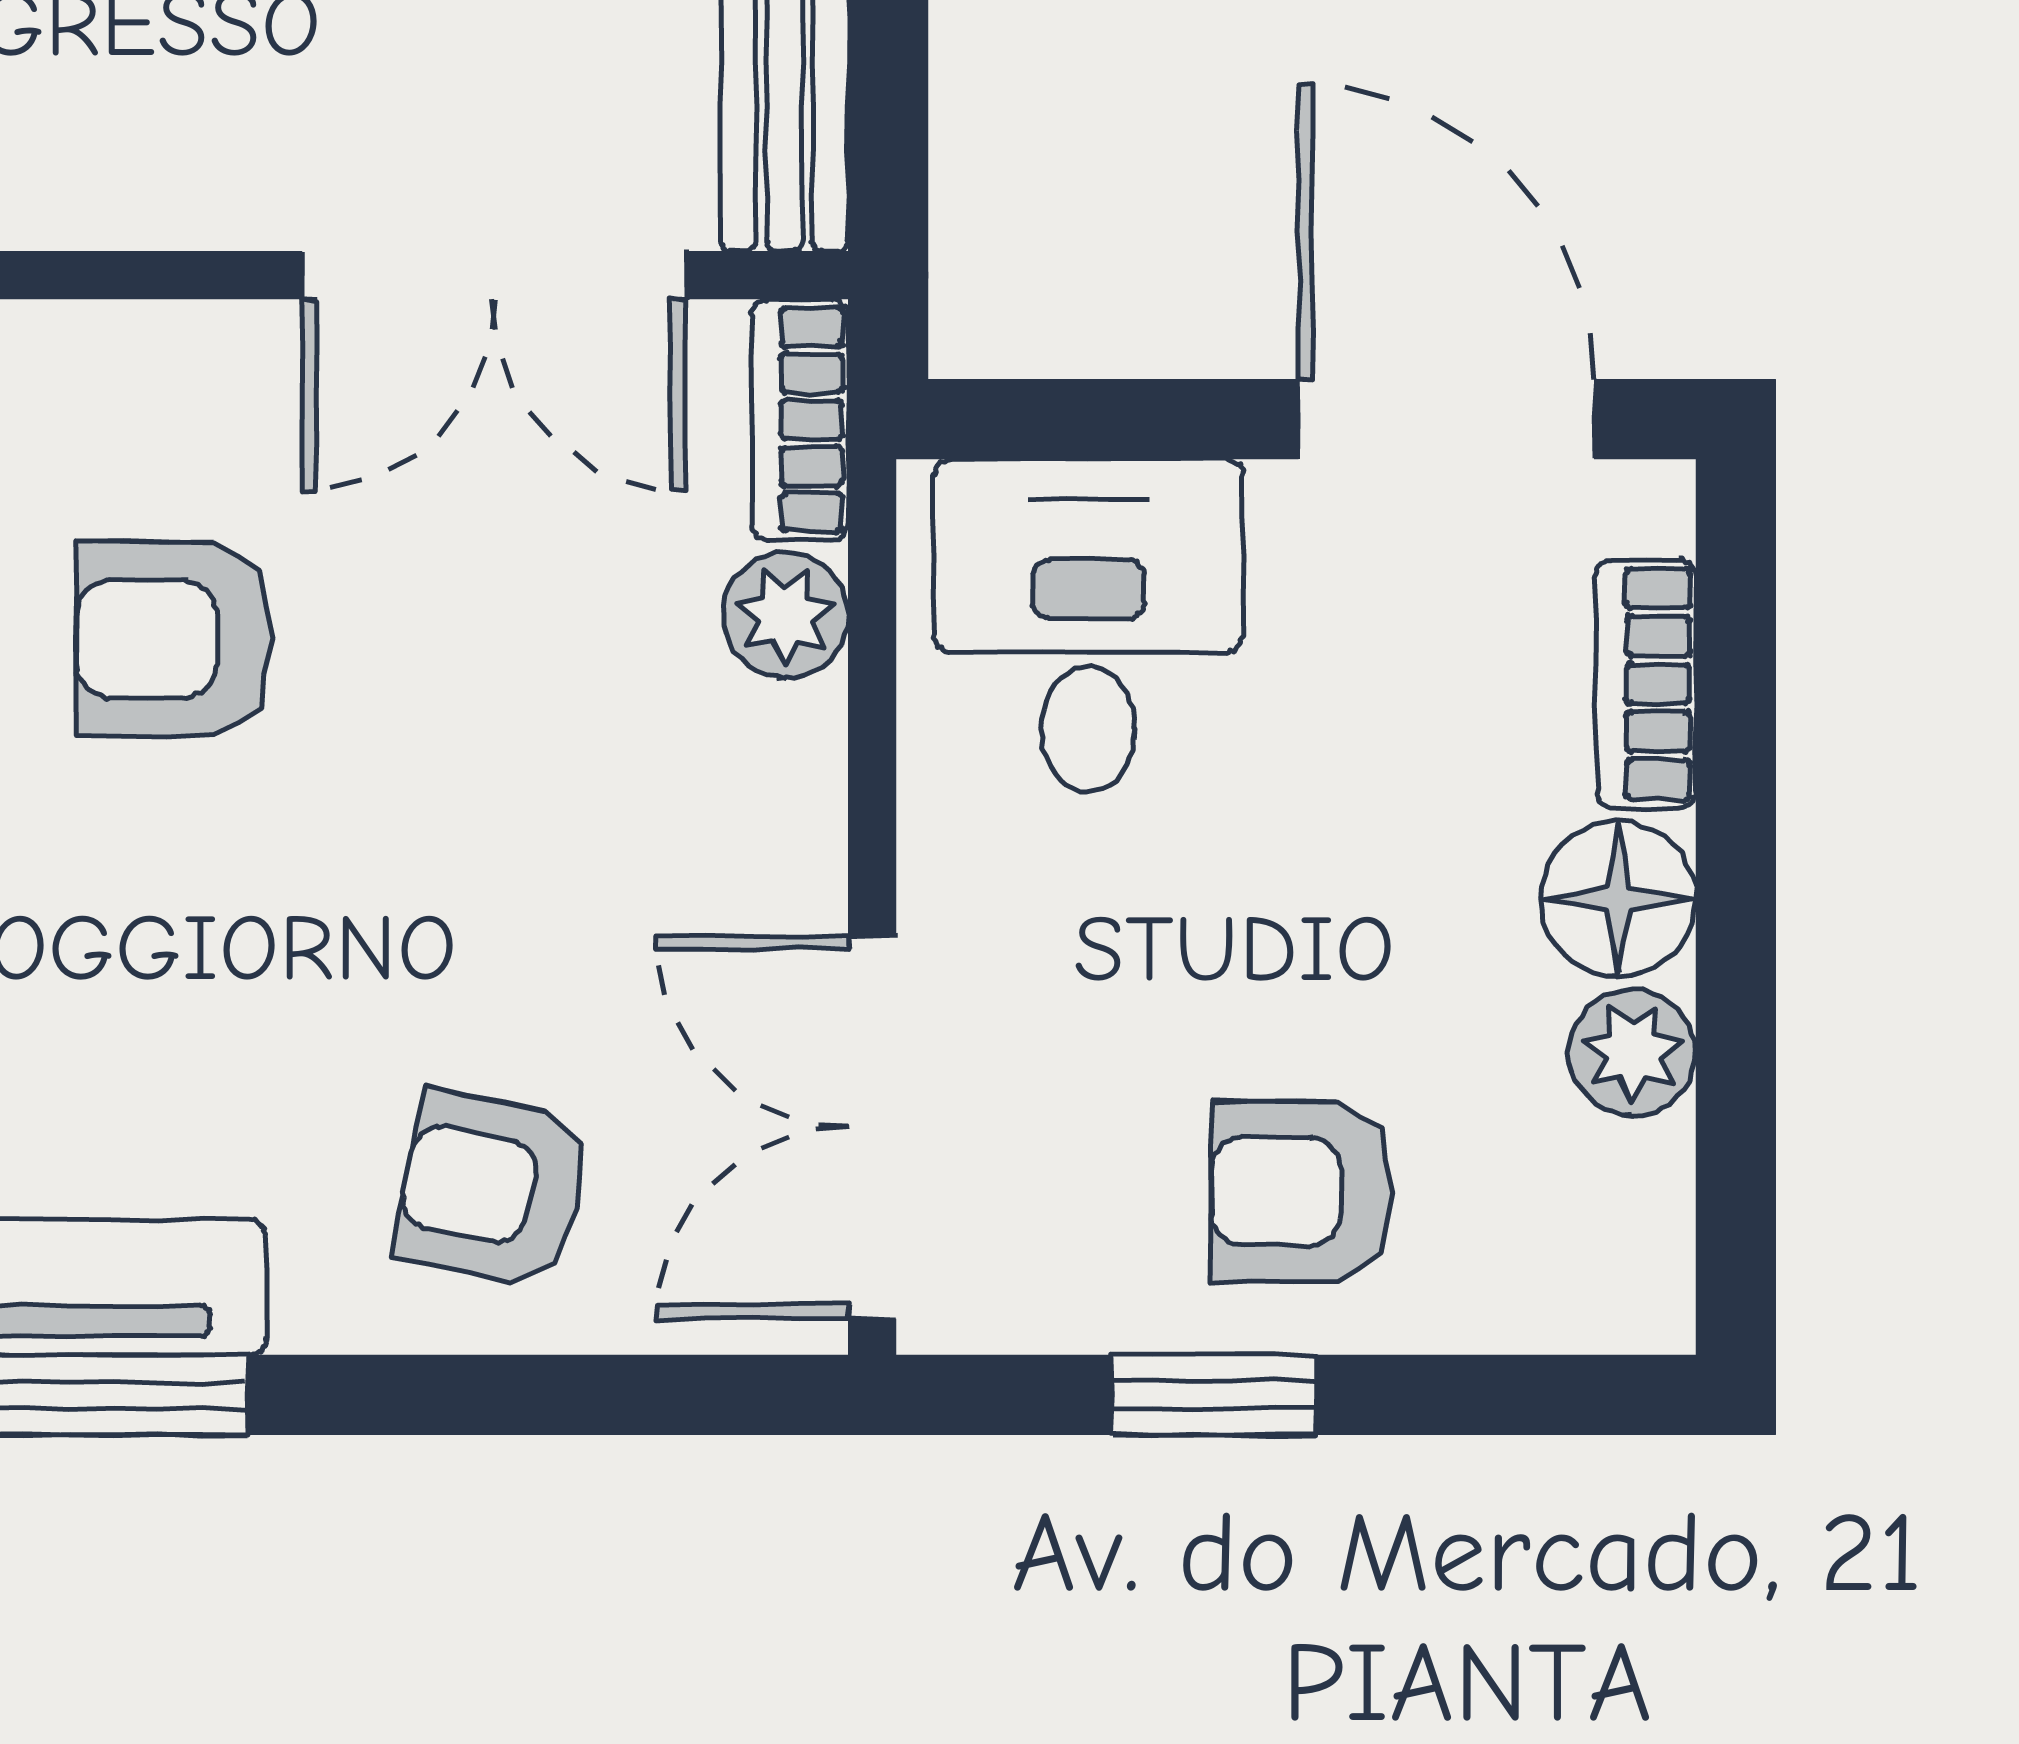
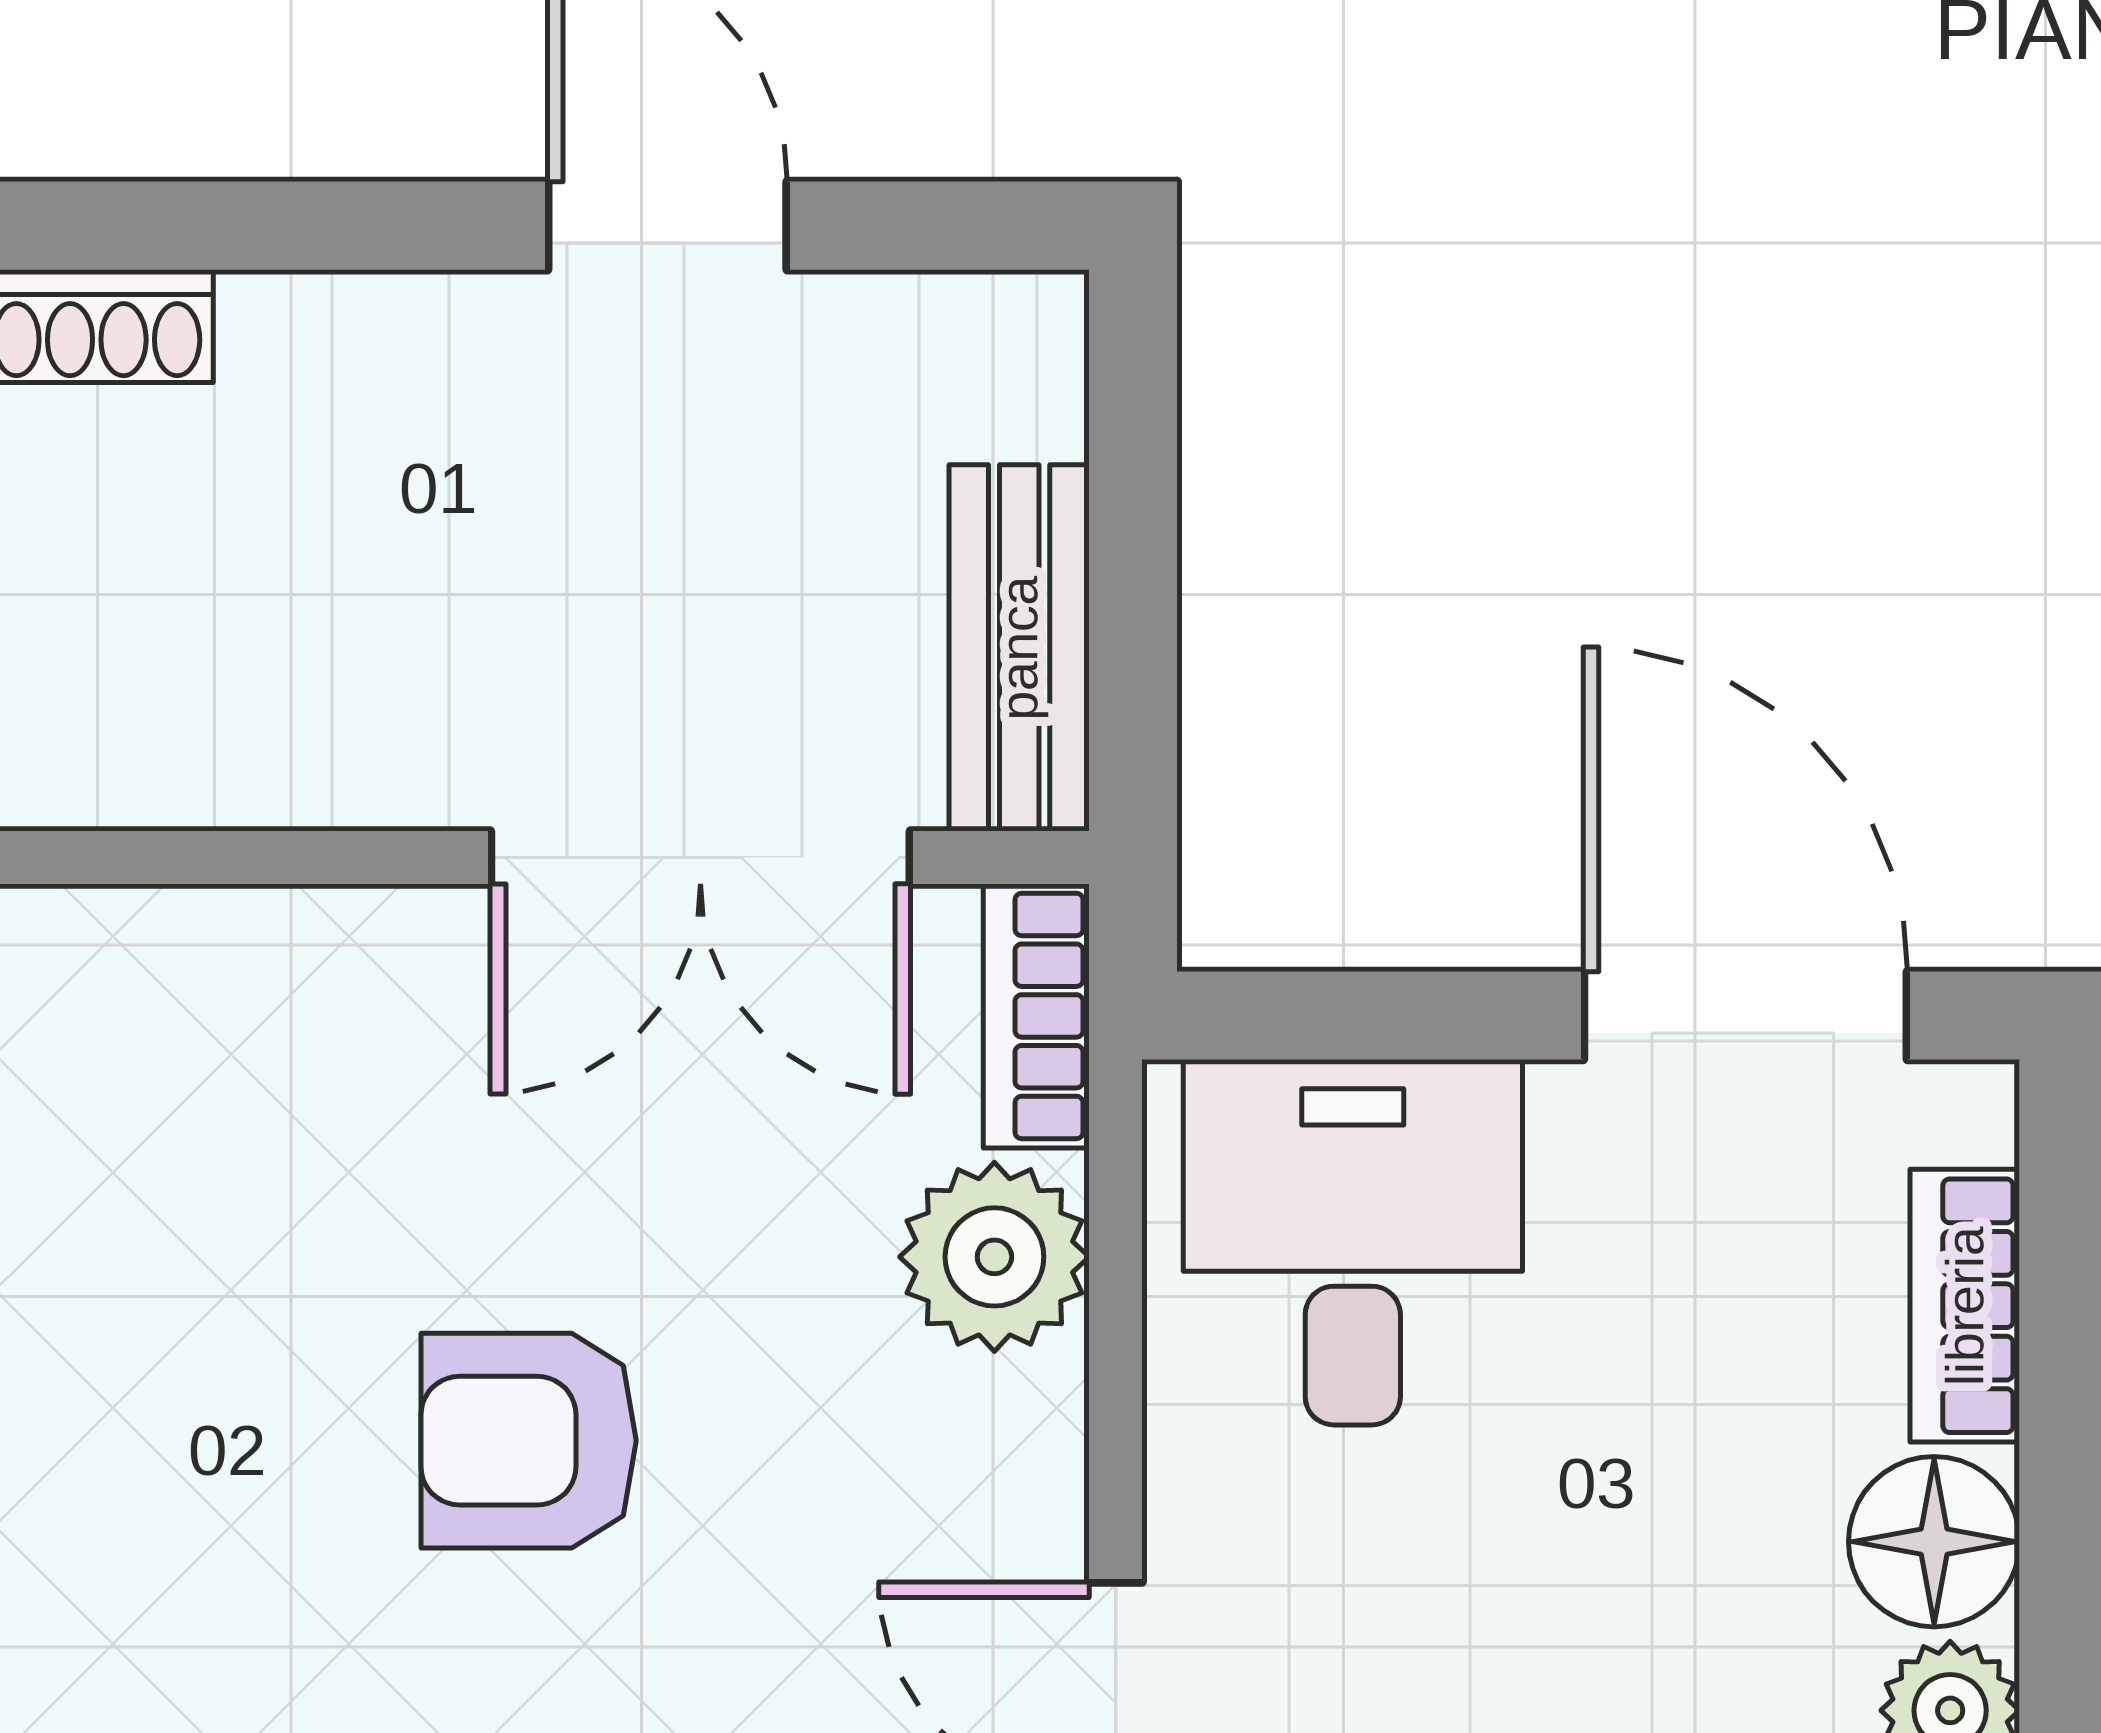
plant: (785, 616) -> (994, 1257), width x1.38, depth x1.38
armchair: (174, 639) -> (529, 1441), moved

